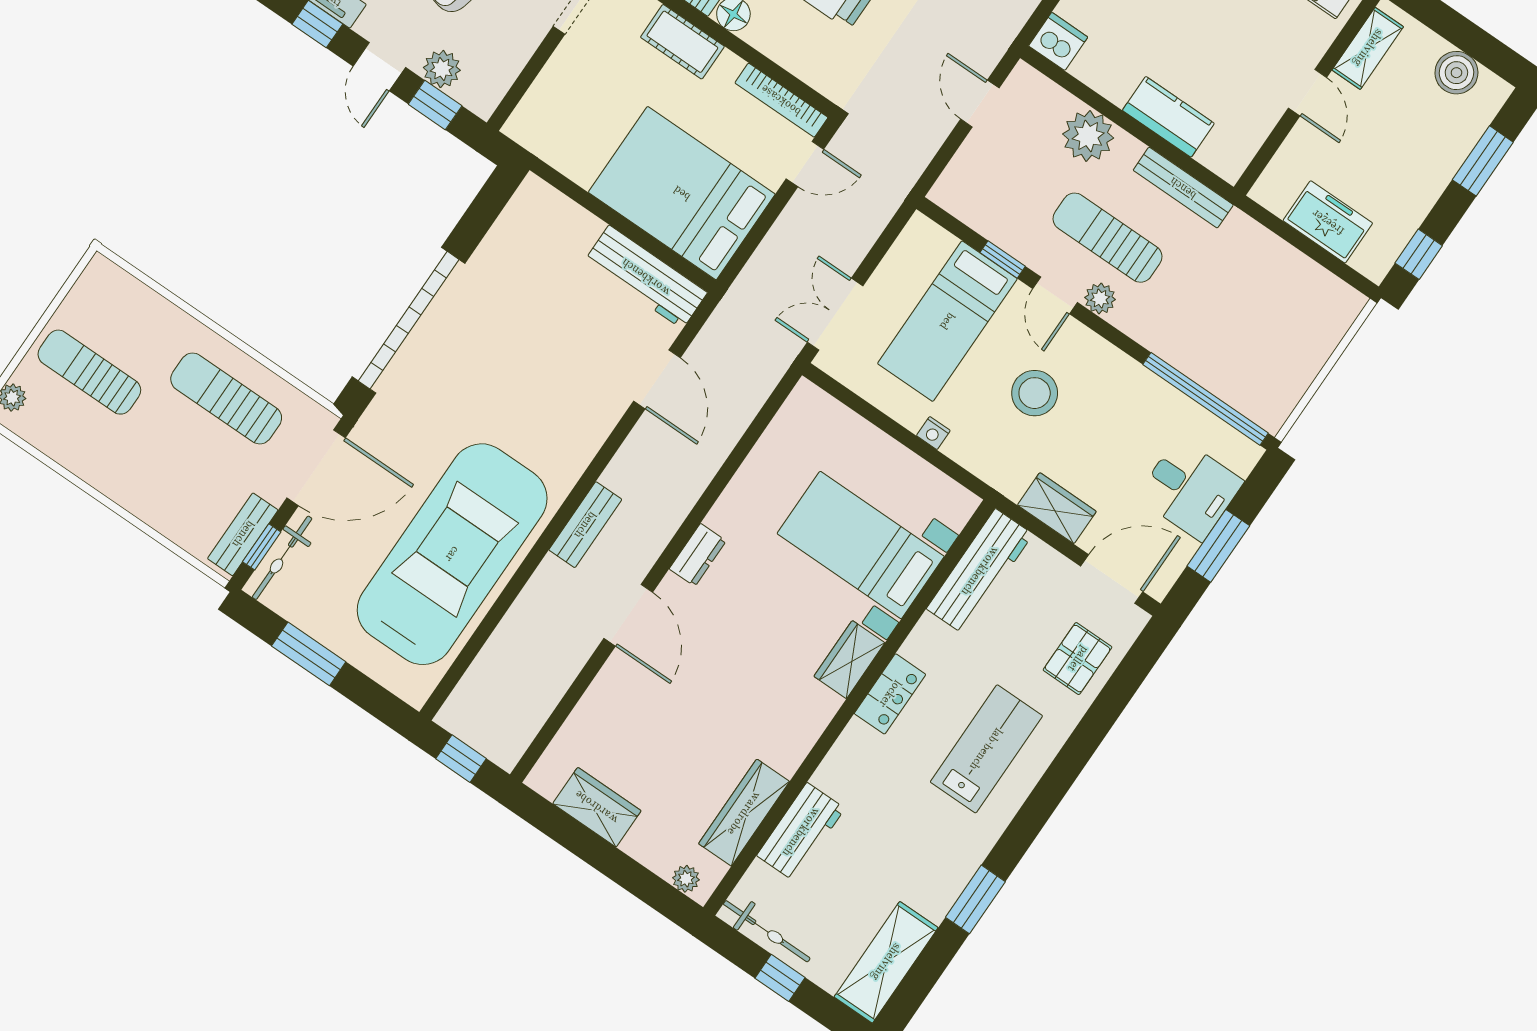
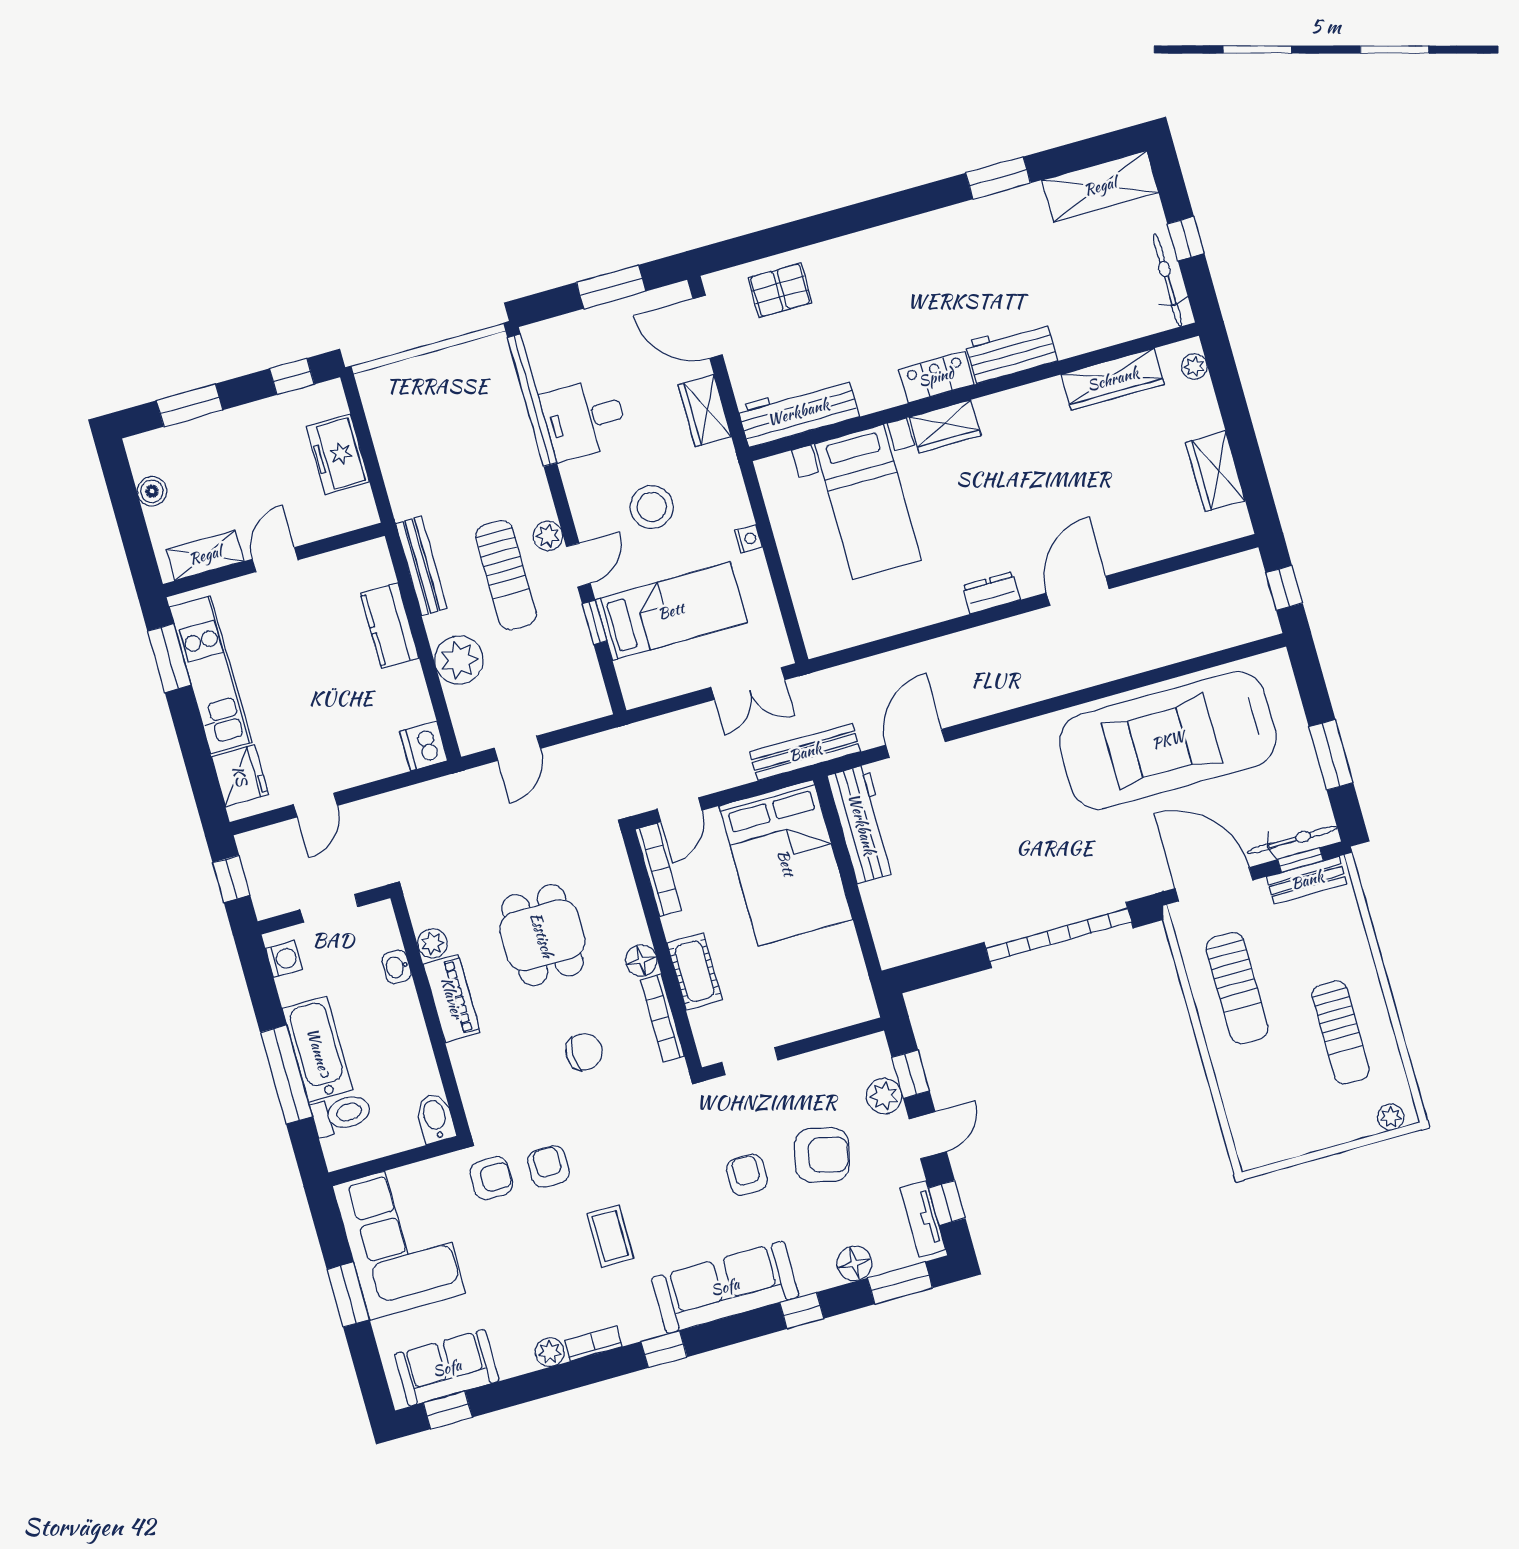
boiler: (1456, 73) -> (152, 491), width x0.73, depth x0.73
door: (805, 164) -> (680, 810), swing flipped
sun lounger: (89, 372) -> (1341, 1032), moved
desk: (1190, 489) -> (584, 419), moved, turned -90
bench: (585, 525) -> (805, 752), moved, width x1.36
lab bench: (986, 749) -> (900, 280), removed
workbench: (801, 832) -> (1011, 351), moved

